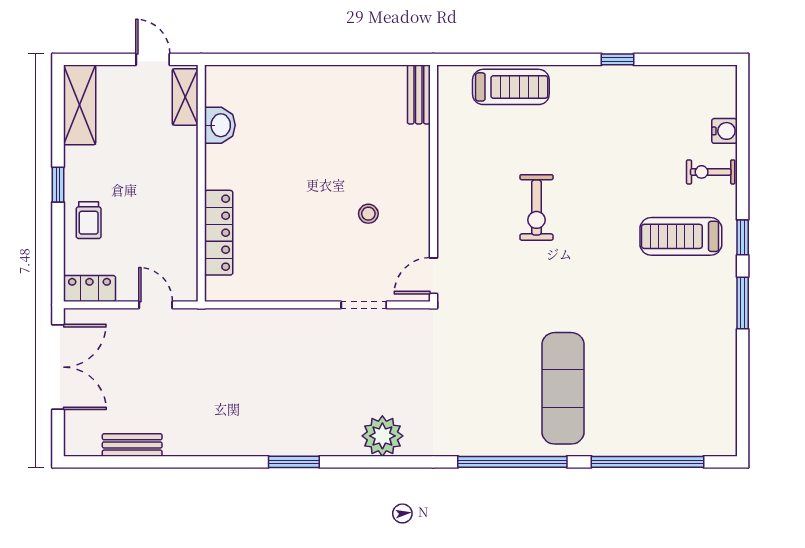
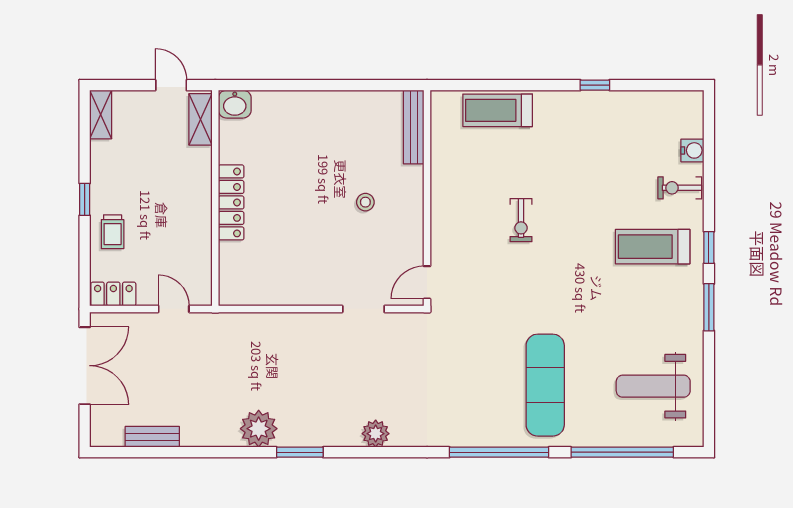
treadmill: (511, 87) -> (498, 110), turned 180
bench: (419, 94) -> (414, 127), width x1.36
shelving: (80, 105) -> (101, 114), width x0.67, depth x0.75
washbasin: (220, 125) -> (235, 104), moved, turned 90
exercise bike: (536, 207) -> (521, 220), width x0.73, depth x0.72
stool: (368, 214) -> (365, 202), moved
locker: (219, 233) -> (231, 202), moved
weight bench: (681, 389) -> (653, 386), added
plant: (249, 436) -> (259, 429), added
plant: (382, 436) -> (376, 434), width x0.73, depth x0.73

